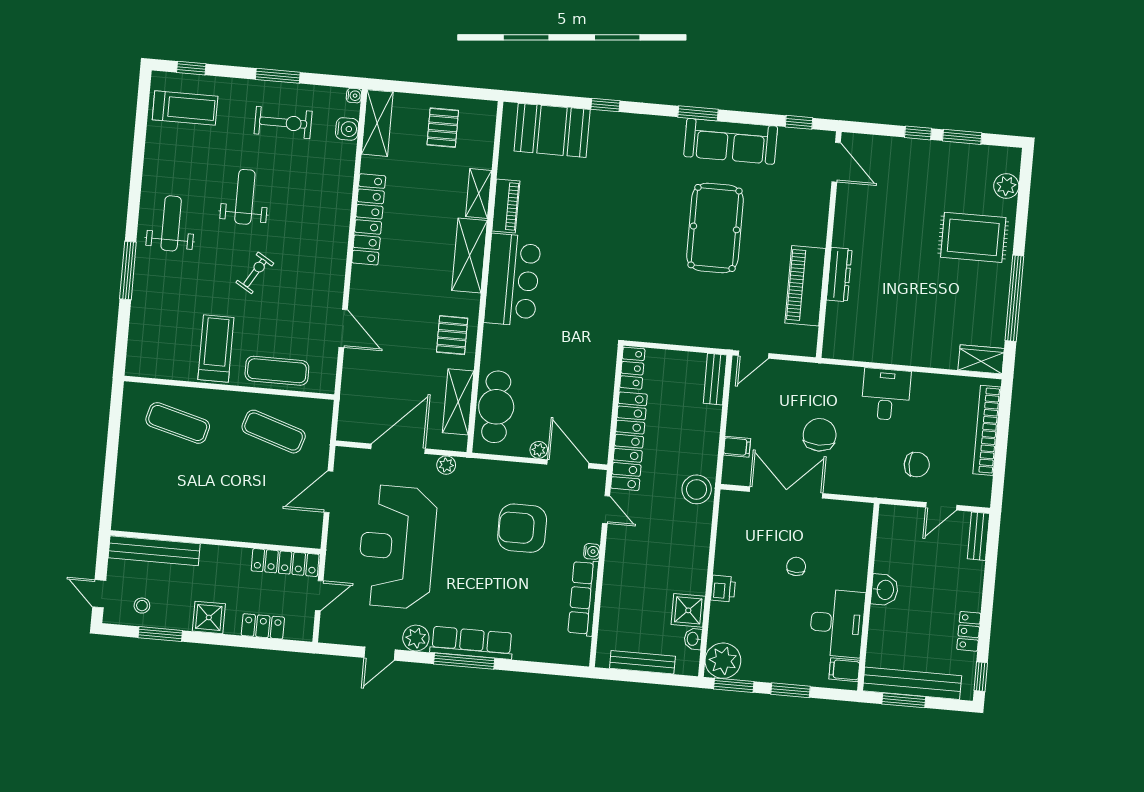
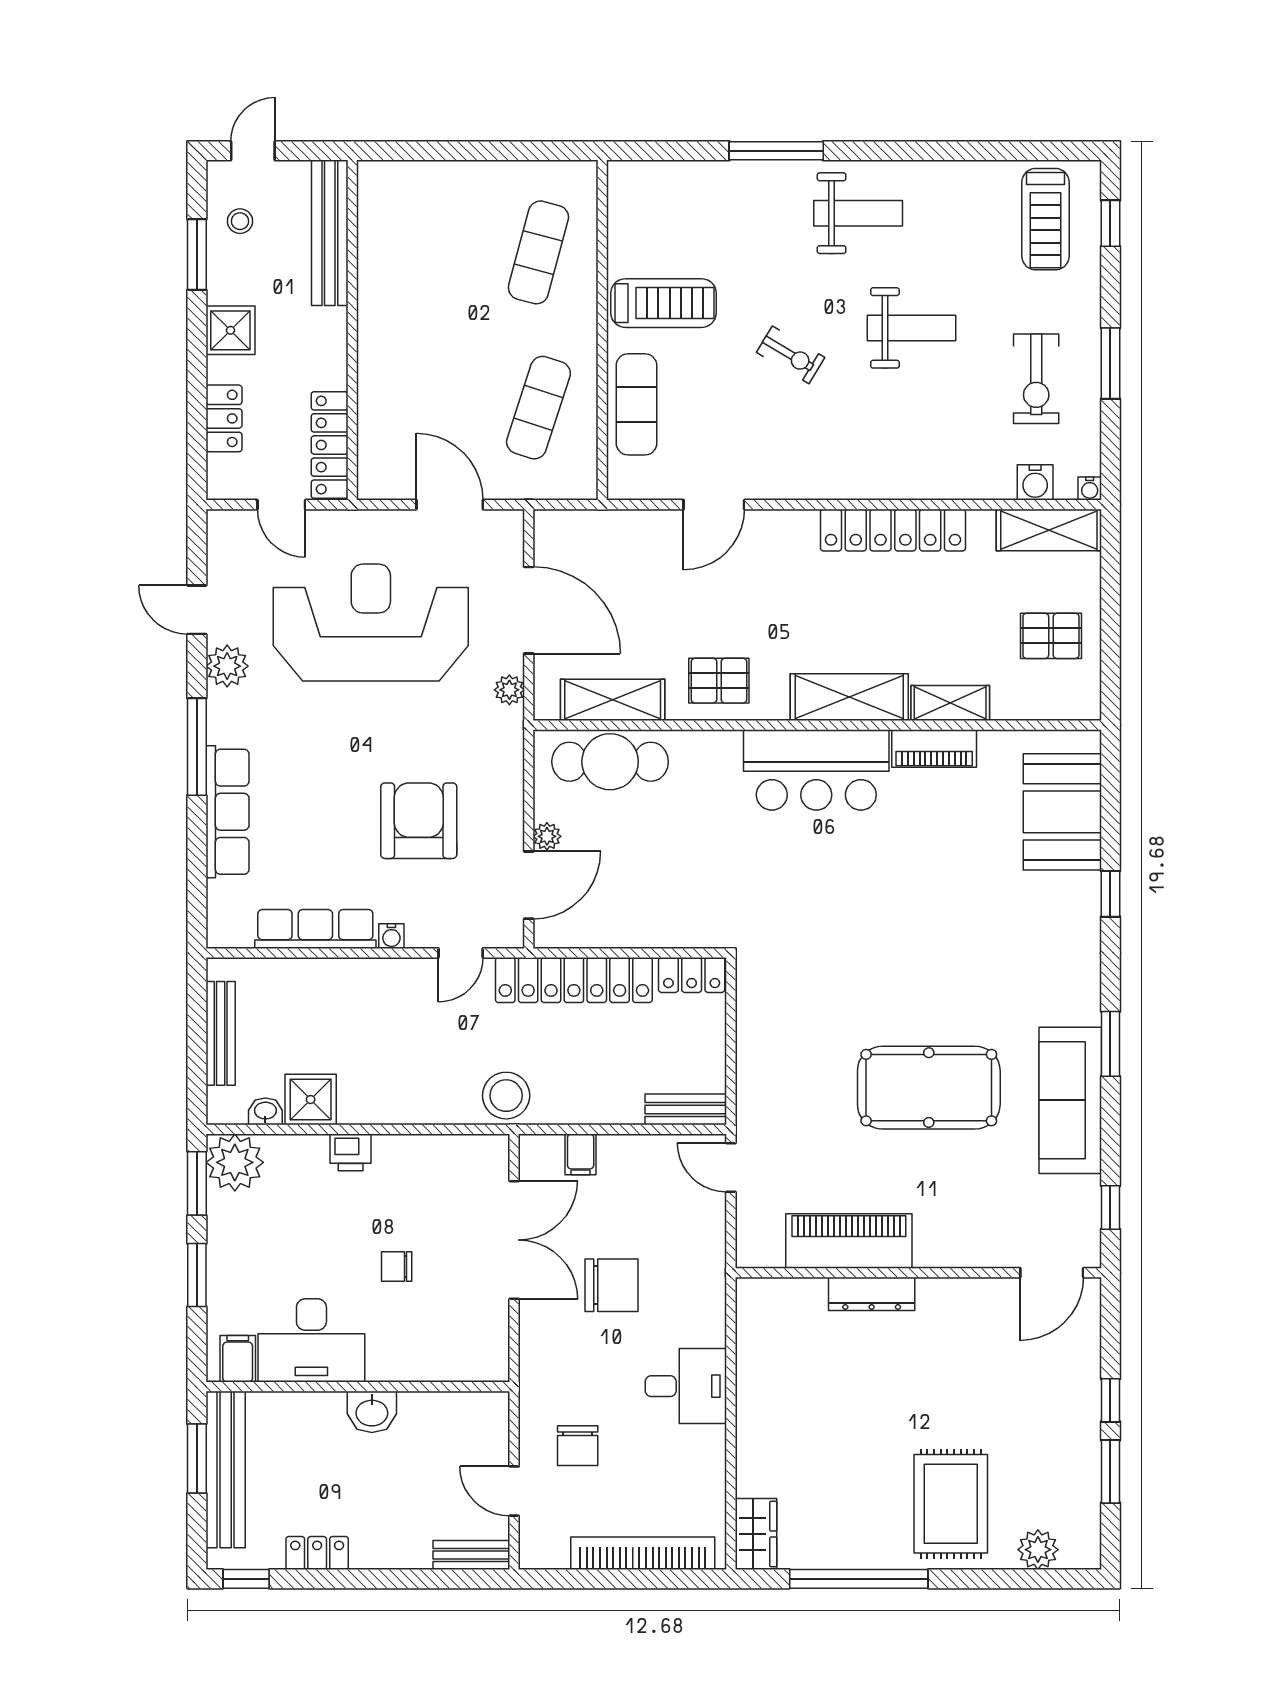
chair: (796, 566) -> (397, 1266), turned 180
row of seats: (472, 643) -> (227, 812), moved

